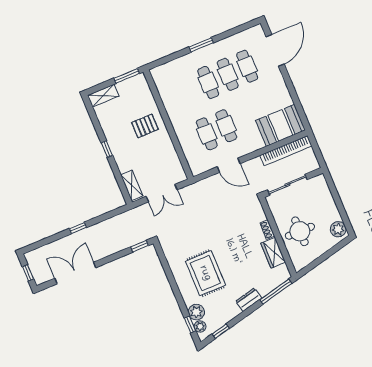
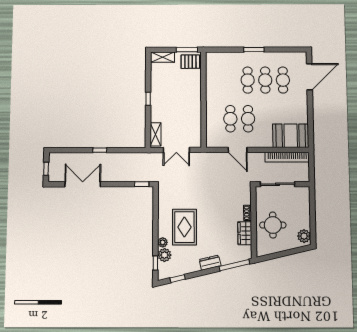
pallet: (145, 126) -> (190, 62), moved
plant: (200, 326) -> (163, 242), moved

